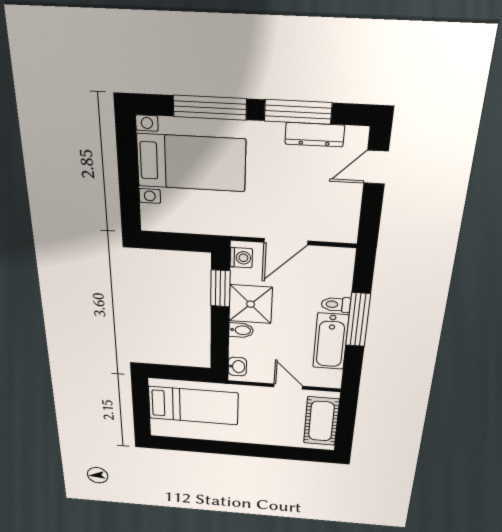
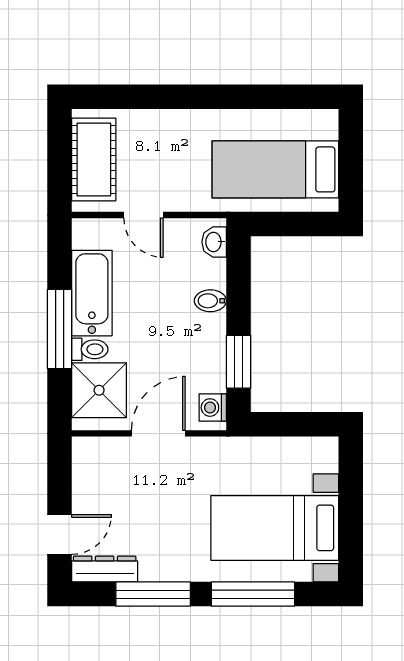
dresser: (315, 135) -> (105, 569), moved
shower: (251, 304) -> (99, 390), moved

